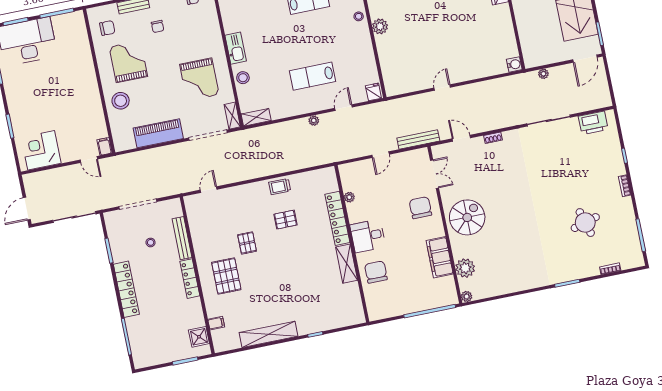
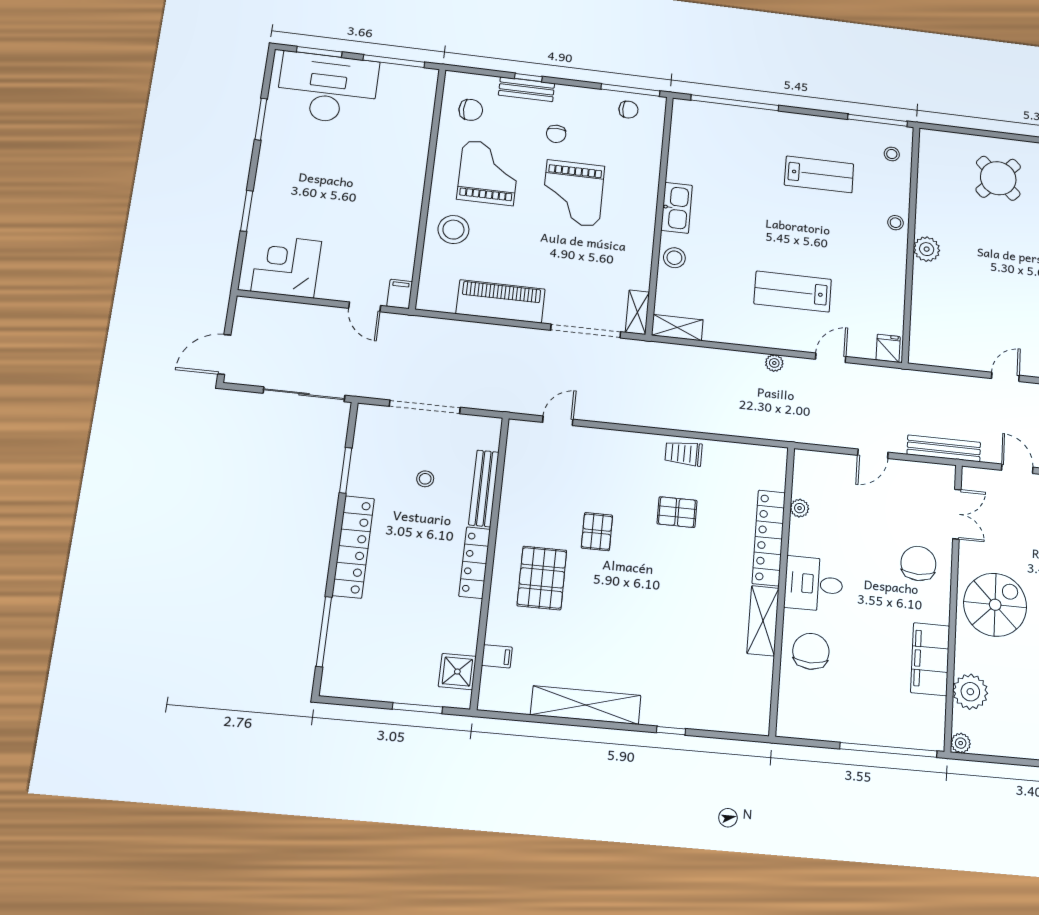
grand piano: (199, 79) -> (573, 193), moved

